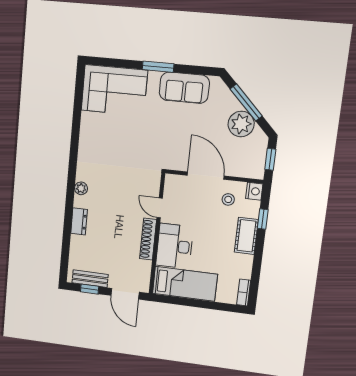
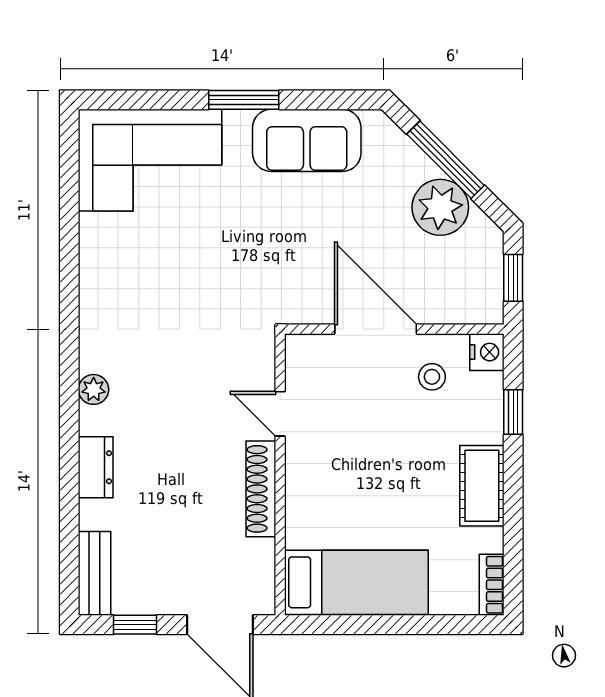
cot: (246, 236) -> (482, 486), moved
desk: (175, 246) -> (323, 498), removed
bench: (90, 279) -> (95, 573), moved, turned 90

